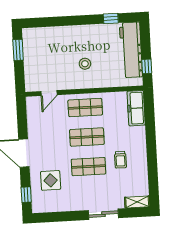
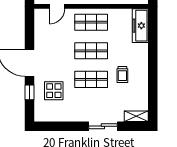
window: (26, 195) -> (29, 92), moved

